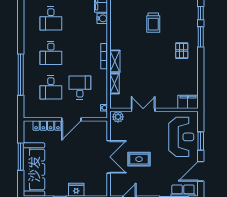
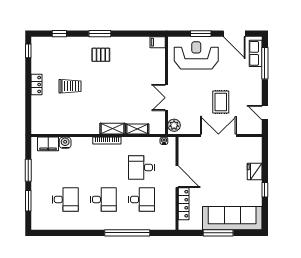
window: (201, 37) -> (100, 34), moved
filing cabinet: (188, 102) -> (158, 42), width x0.50

